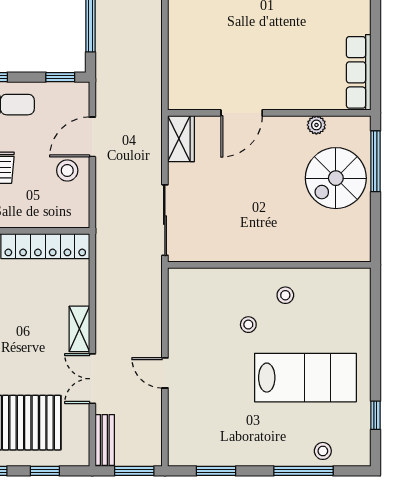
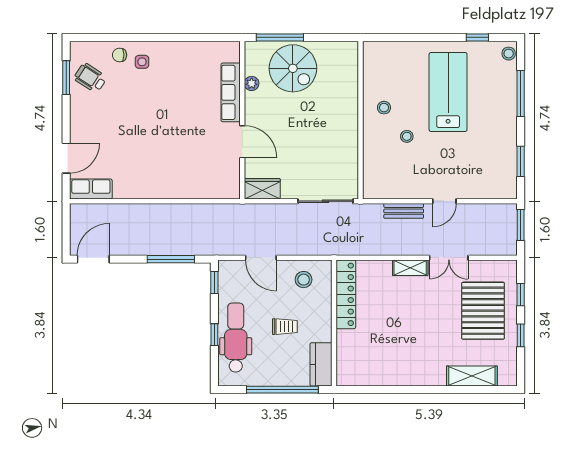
row of seats: (359, 72) -> (231, 92), moved, turned 90
stool: (67, 170) -> (304, 280), moved
bench: (105, 440) -> (404, 211), moved
stool: (323, 451) -> (509, 54), moved

